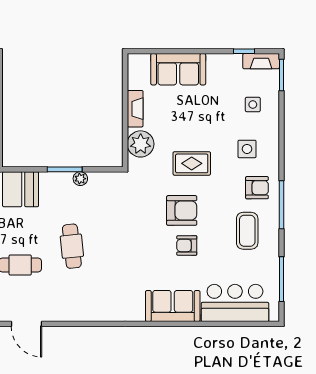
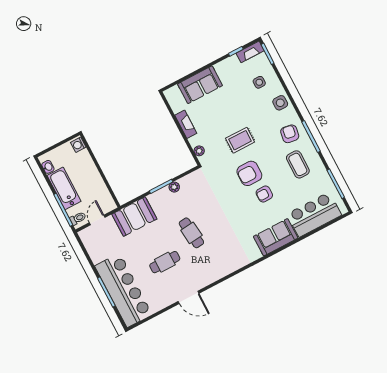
plant: (141, 144) -> (199, 151), width x0.53, depth x0.53
side table: (247, 149) -> (280, 103), moved
armchair: (257, 188) -> (290, 134), turned -81
armchair: (182, 210) -> (249, 173), turned 180

